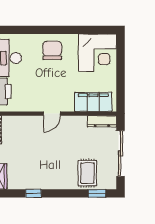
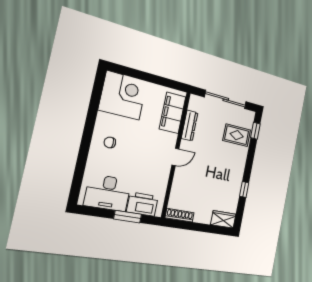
chair: (52, 50) -> (110, 142), width x0.54, depth x0.54
door: (52, 114) -> (175, 157), hinge flipped
dresser: (102, 121) -> (190, 126), moved

